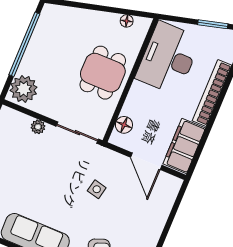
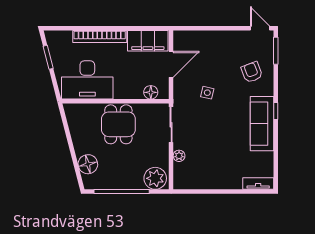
floor lamp: (127, 21) -> (88, 164), moved, width x1.89, depth x1.89
dining table: (103, 73) -> (118, 124), turned 90

